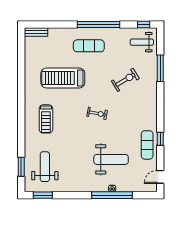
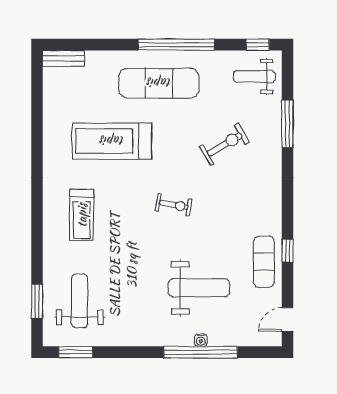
exercise mat: (89, 46) -> (159, 83), width x1.36, depth x1.45

